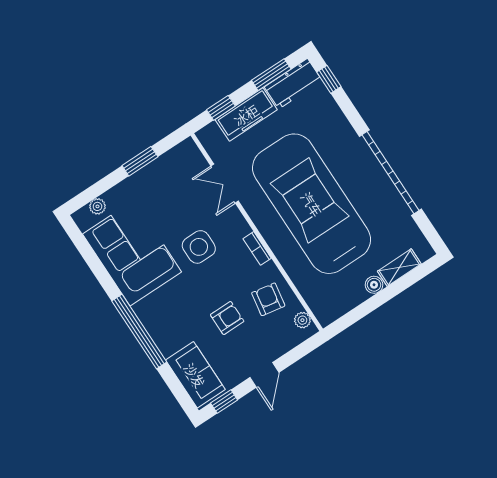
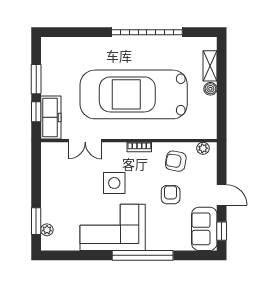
window: (271, 75) -> (36, 79), moved
window: (329, 79) -> (63, 32), removed
workbench: (293, 84) -> (51, 56), removed
freezer: (246, 115) -> (51, 117), moved
window: (140, 161) -> (36, 221), moved
corner sofa: (132, 253) -> (113, 227), moved
sofa: (195, 375) -> (204, 229), moved, turned -90

